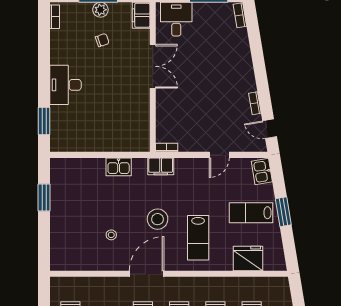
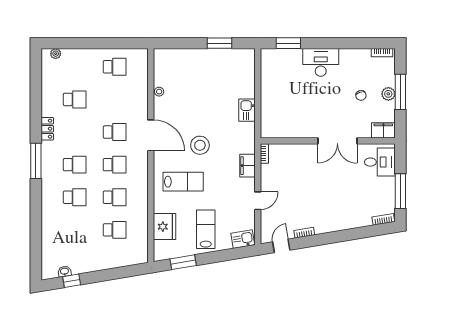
door: (219, 155) -> (258, 201), swing flipped
filing cabinet: (161, 166) -> (247, 166), moved
window: (283, 212) -> (183, 262), moved
stool: (111, 235) -> (159, 92), moved
lab bench: (198, 238) -> (183, 182), turned 180

